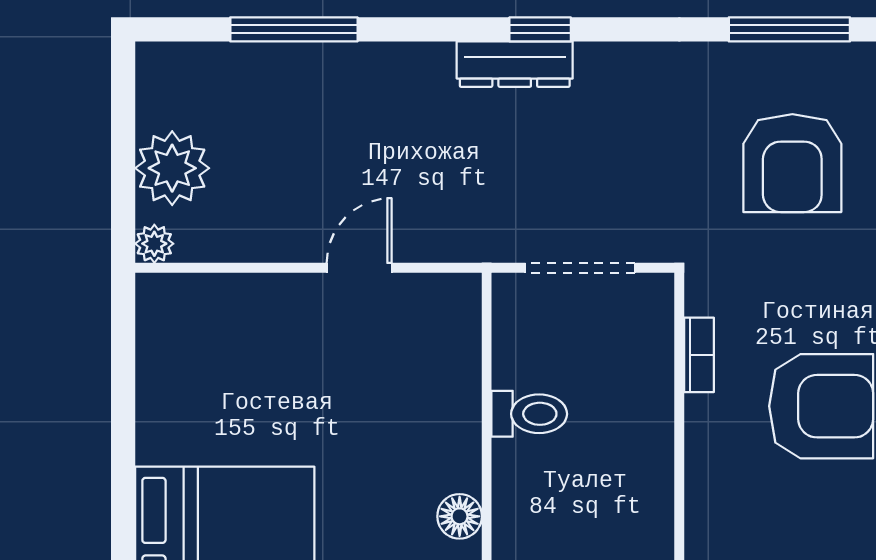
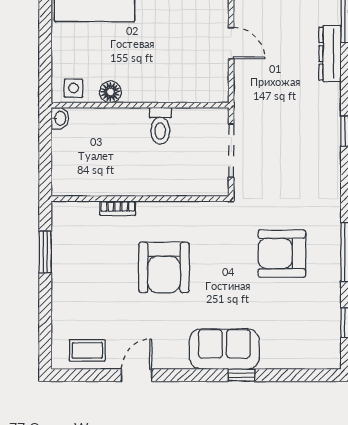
dresser: (515, 64) -> (330, 54), moved
bookcase: (699, 355) -> (118, 208), moved

